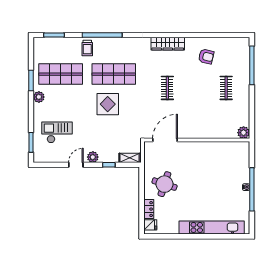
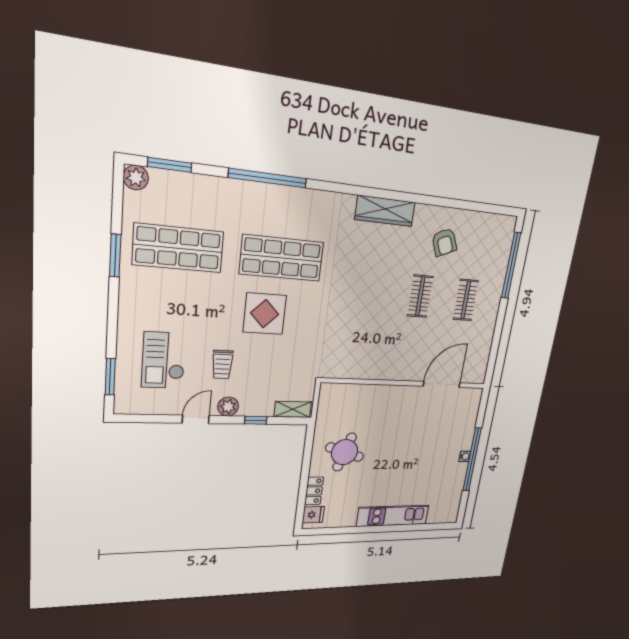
trolley: (87, 48) -> (222, 364), moved
armchair: (206, 56) -> (444, 242), turned 54
clothes rail: (167, 88) -> (420, 296), moved
plant: (39, 97) -> (136, 177), moved
checkout: (57, 132) -> (164, 360), turned -90
plant: (244, 133) -> (477, 374), removed
door: (165, 140) -> (442, 384), moved
kitchen unit: (212, 227) -> (393, 516), width x0.73

